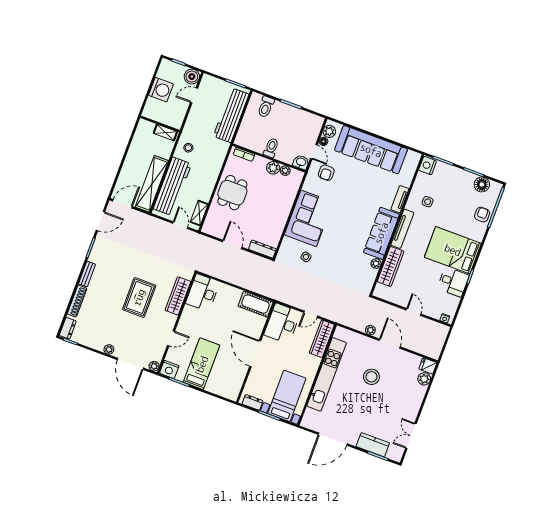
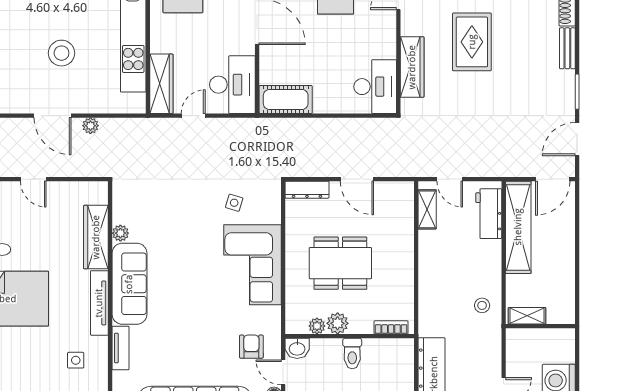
workbench: (172, 186) -> (489, 214), width x0.53, depth x0.76
dining table: (232, 193) -> (340, 263), moved, width x1.38

